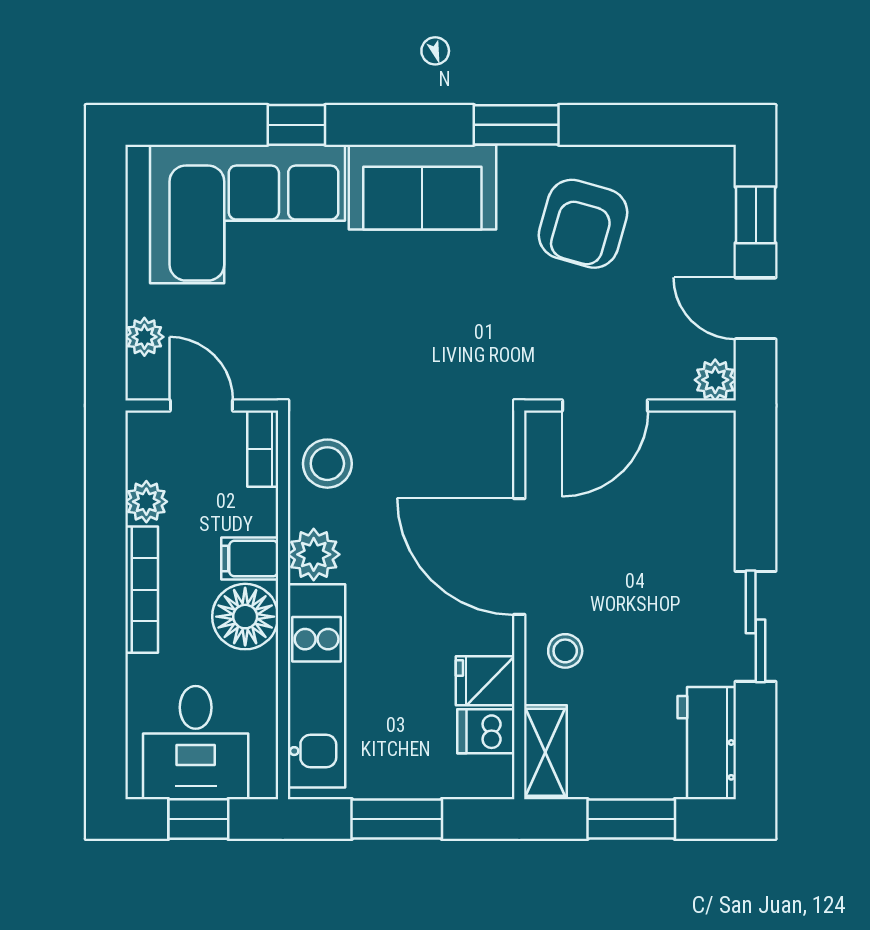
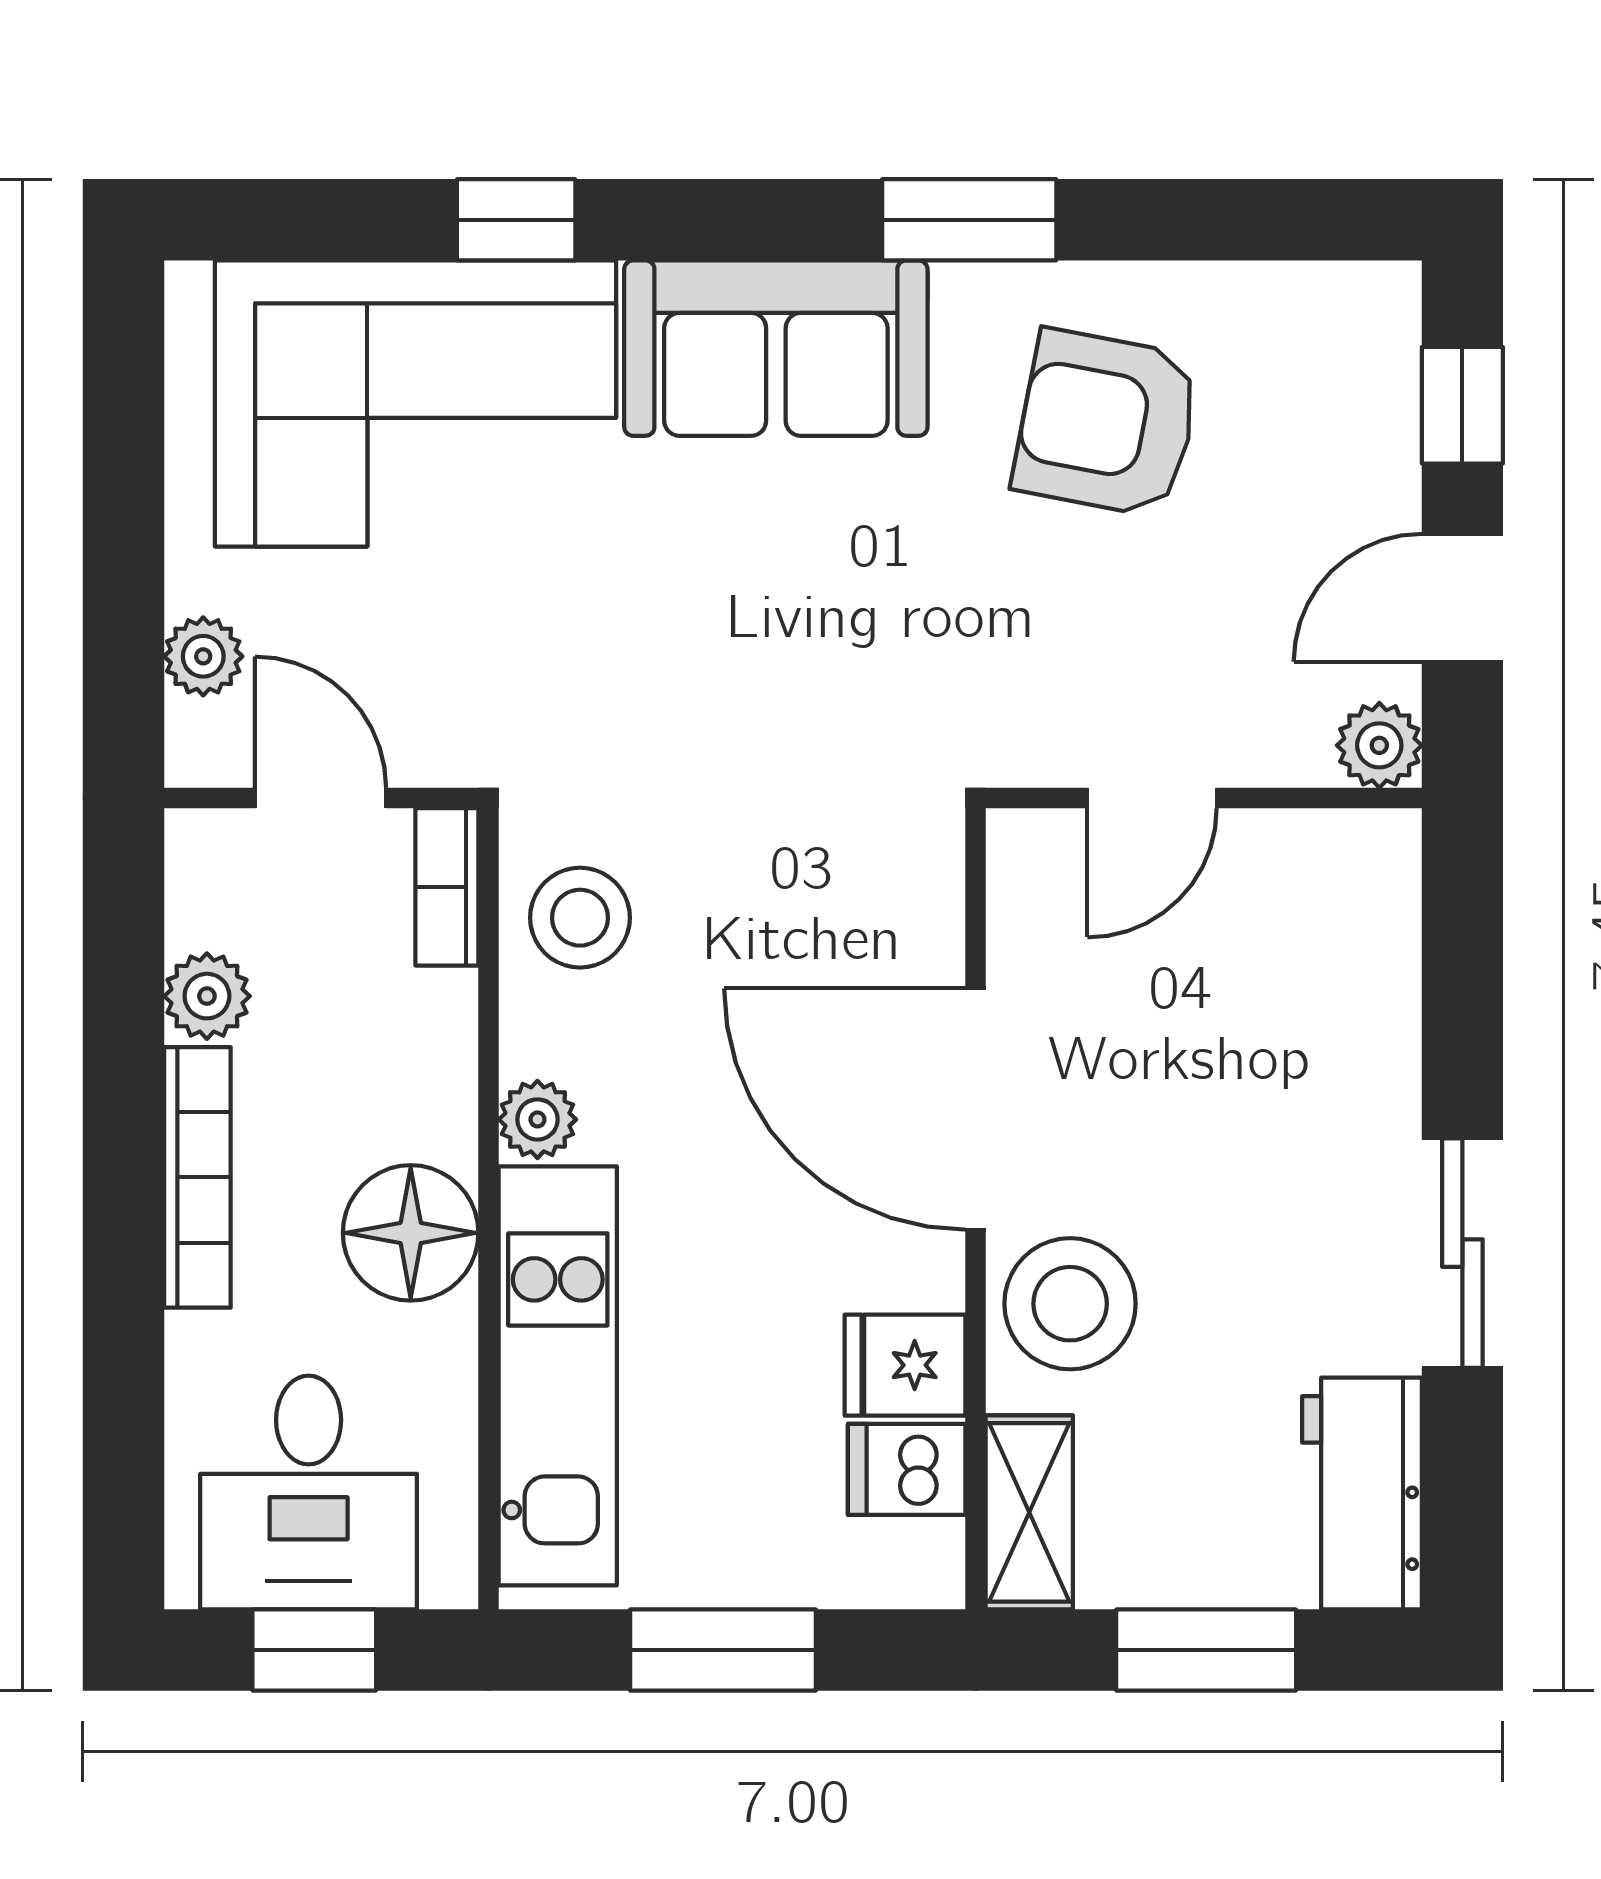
armchair: (583, 224) -> (1107, 423), turned 85
door: (756, 308) -> (1462, 598), hinge flipped
door: (605, 405) -> (1152, 798), width x0.73
plant: (314, 554) -> (537, 1119), width x0.73, depth x0.73
filing cabinet: (250, 559) -> (420, 1113), removed
stool: (565, 651) -> (1070, 1304), width x1.89, depth x1.89

